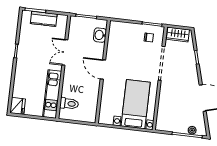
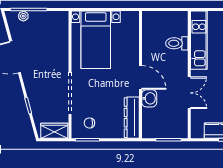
washbasin: (100, 35) -> (149, 98), moved
dresser: (114, 38) -> (132, 118), added
toilet: (69, 104) -> (177, 43), moved

